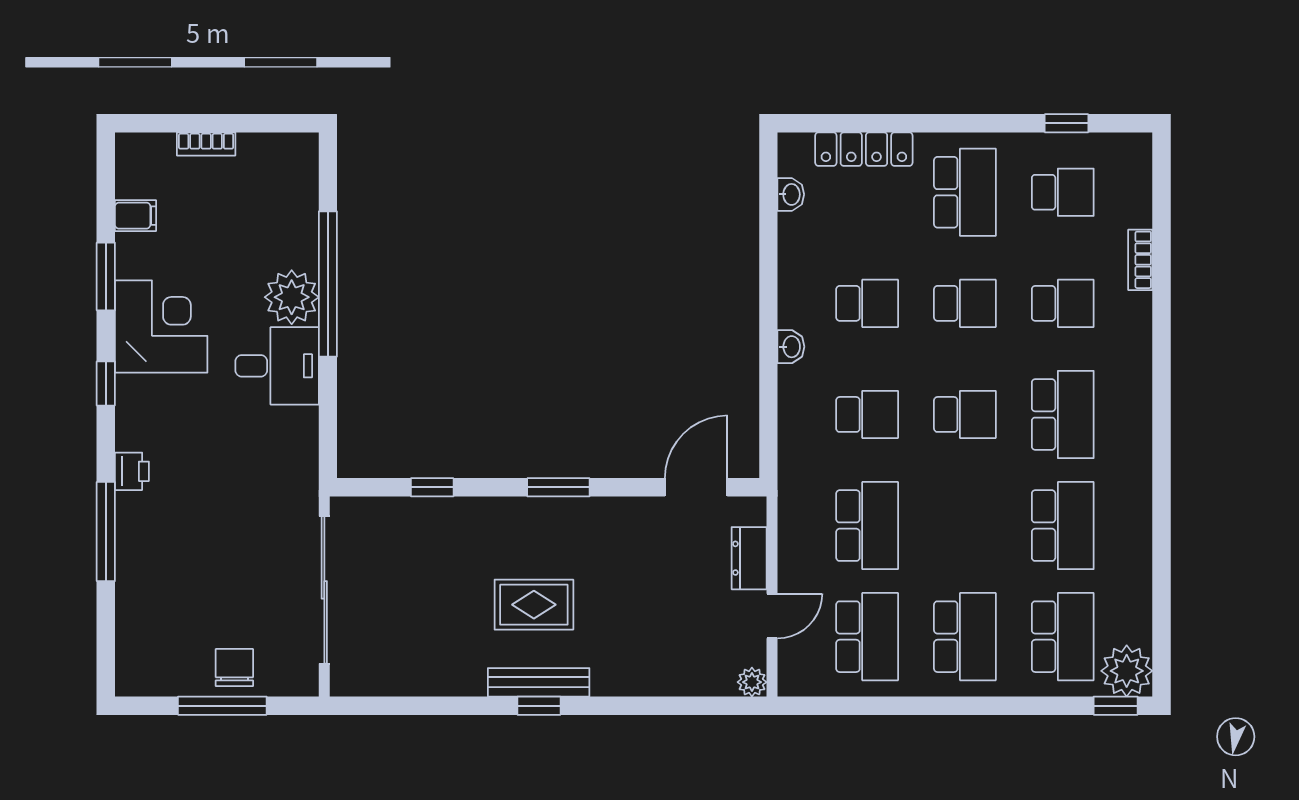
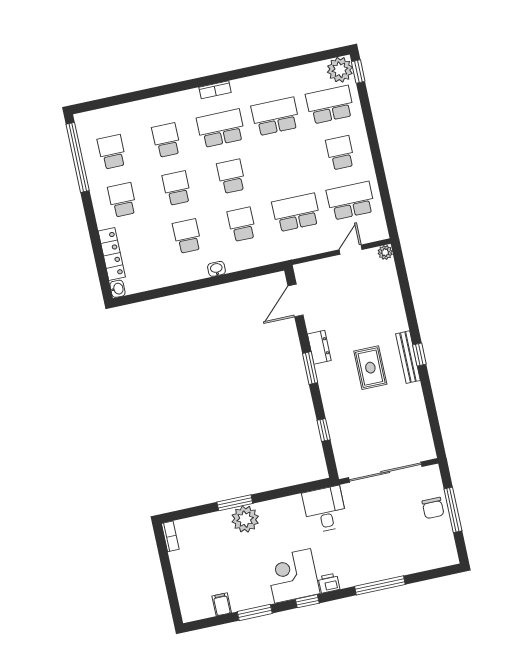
window: (1066, 123) -> (78, 157), width x3.17
bookcase: (206, 144) -> (170, 536), moved
school desk: (965, 192) -> (122, 200), width x0.54
washbasin: (791, 194) -> (117, 289), moved, turned 90
bookcase: (1140, 260) -> (215, 90), moved
window: (328, 284) -> (235, 503), width x0.47
corner desk: (161, 327) -> (293, 576), moved
desk: (277, 366) -> (325, 509), moved
printer: (132, 471) -> (329, 583), moved
door: (696, 487) -> (296, 300), hinge flipped
dresser: (749, 558) -> (319, 347), moved, turned -90
door: (772, 616) -> (351, 250), hinge flipped
school desk: (965, 637) -> (340, 153), width x0.54
chair: (234, 668) -> (433, 508), turned -90

